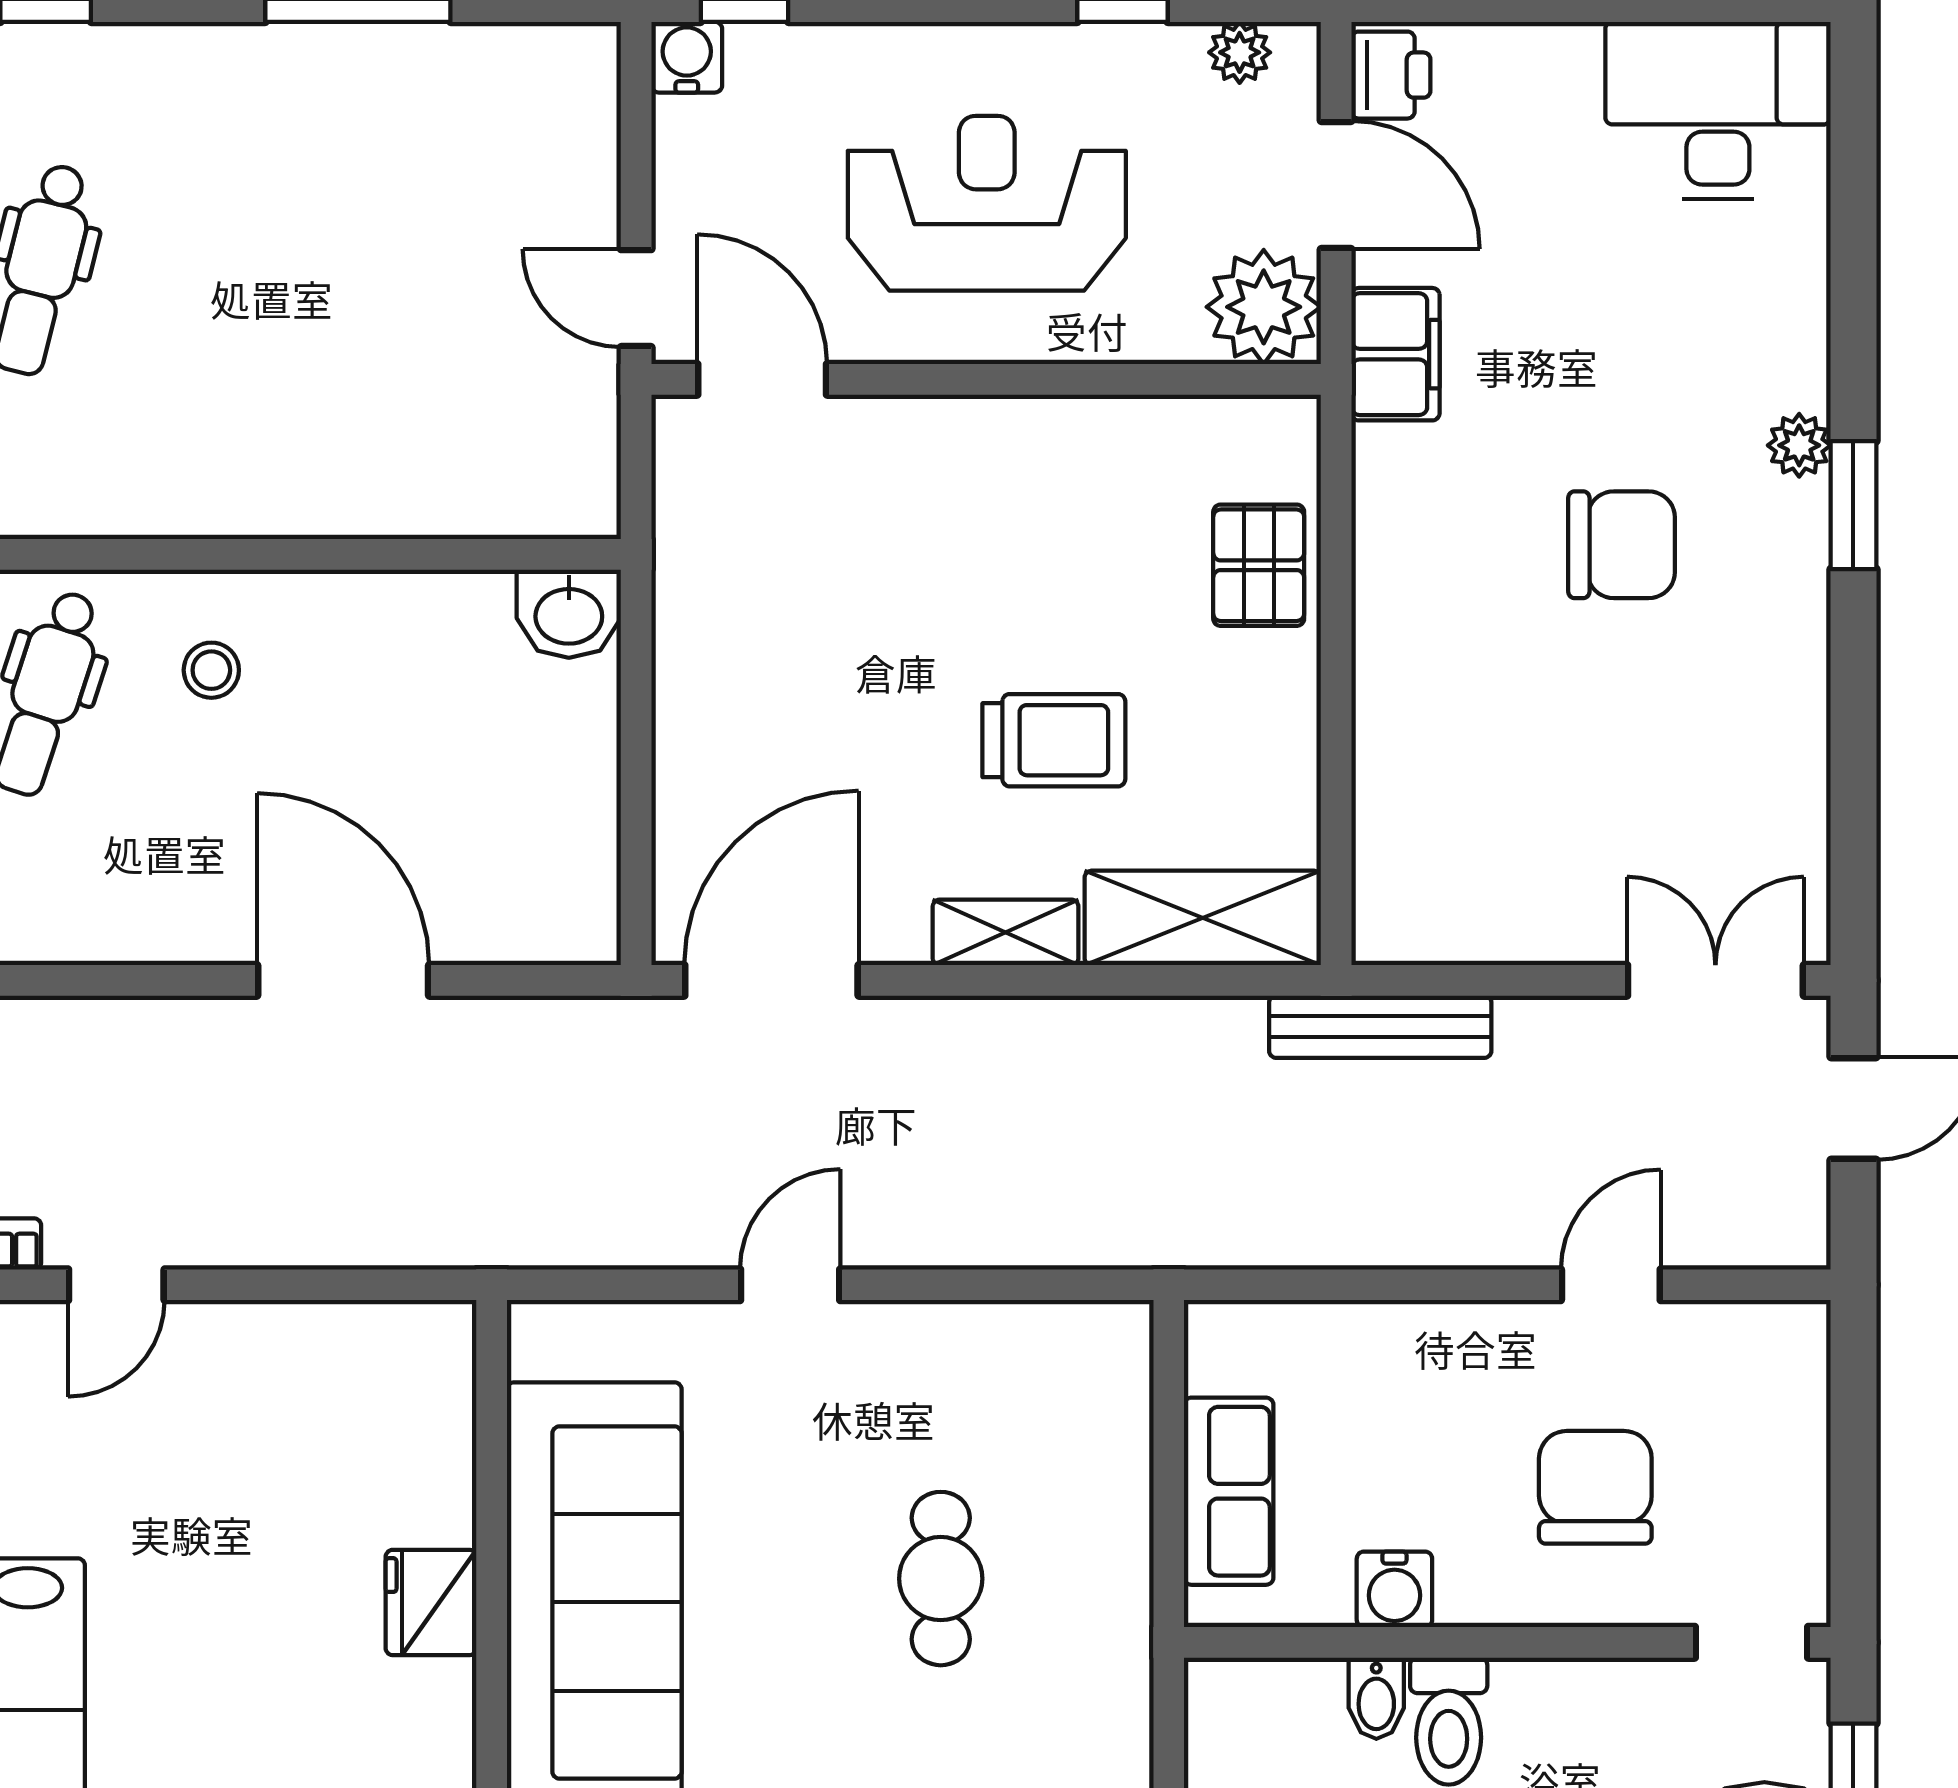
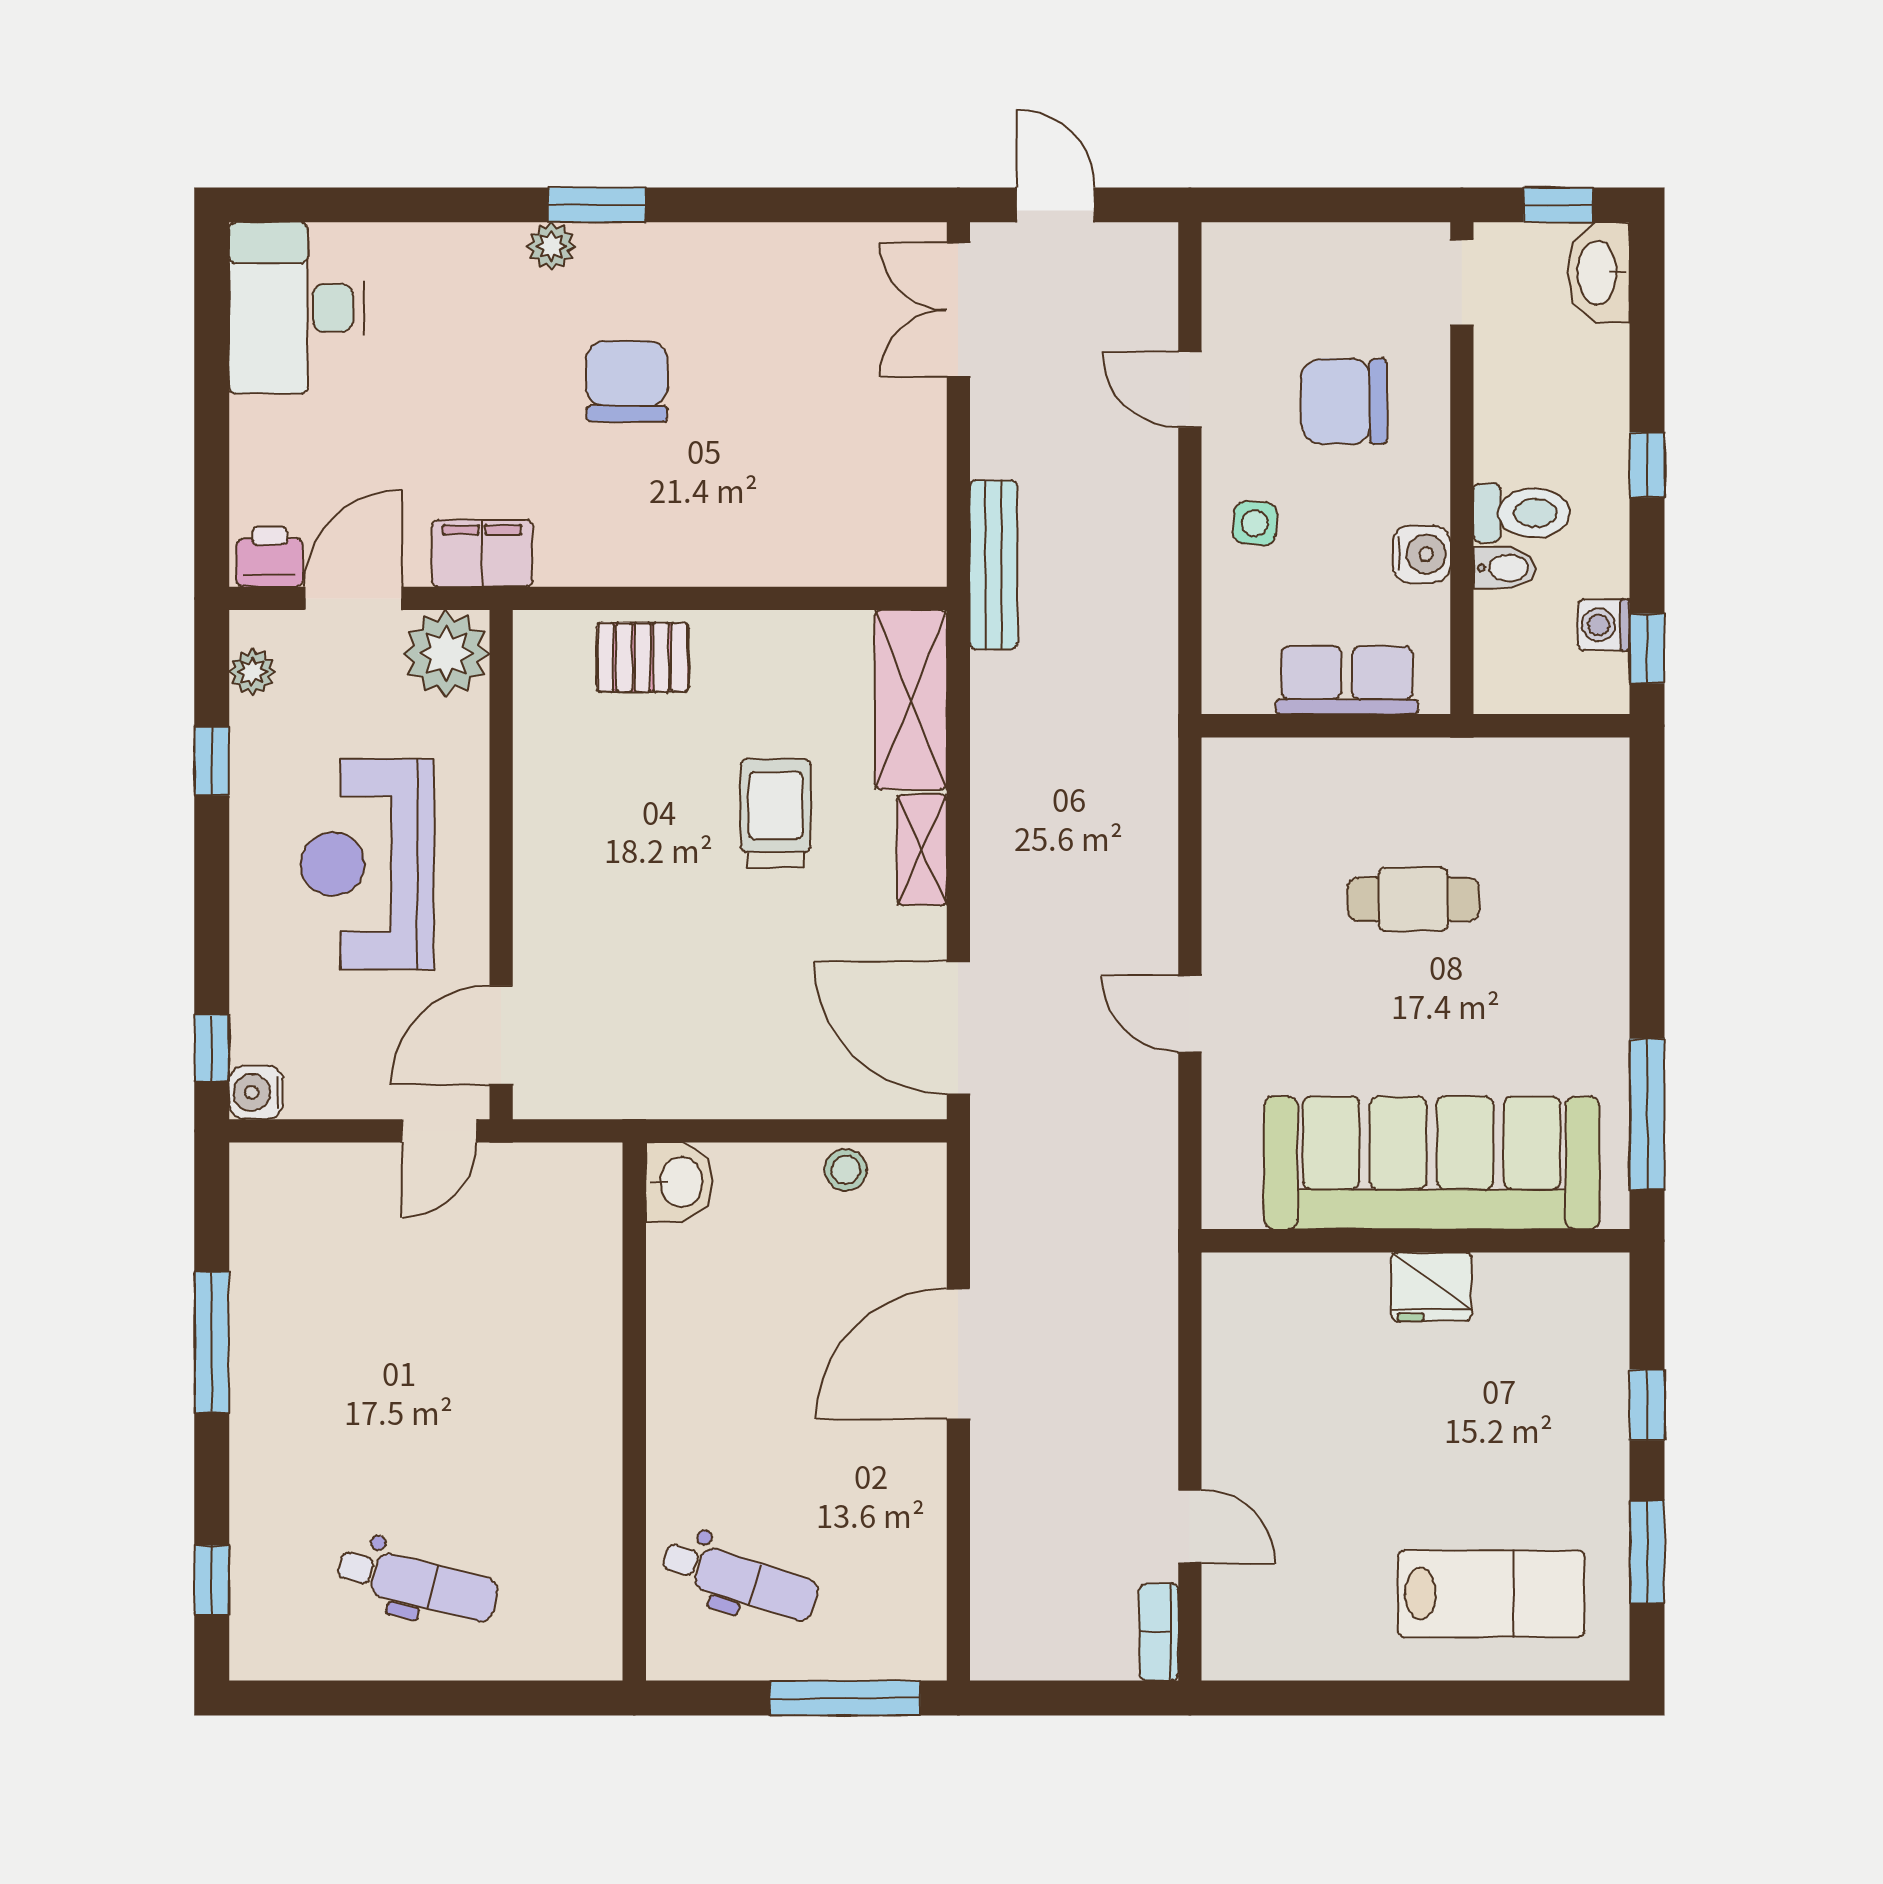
stool: (211, 670) -> (846, 1170), moved
side table: (1435, 1370) -> (1255, 523), added

